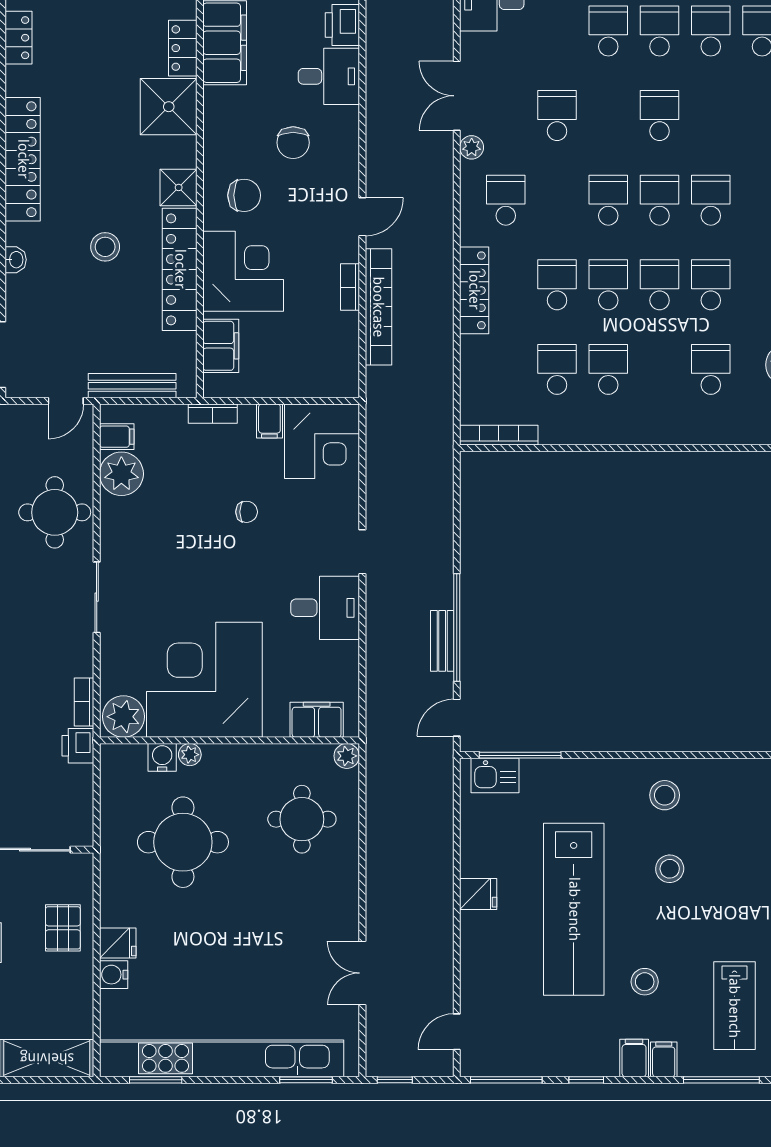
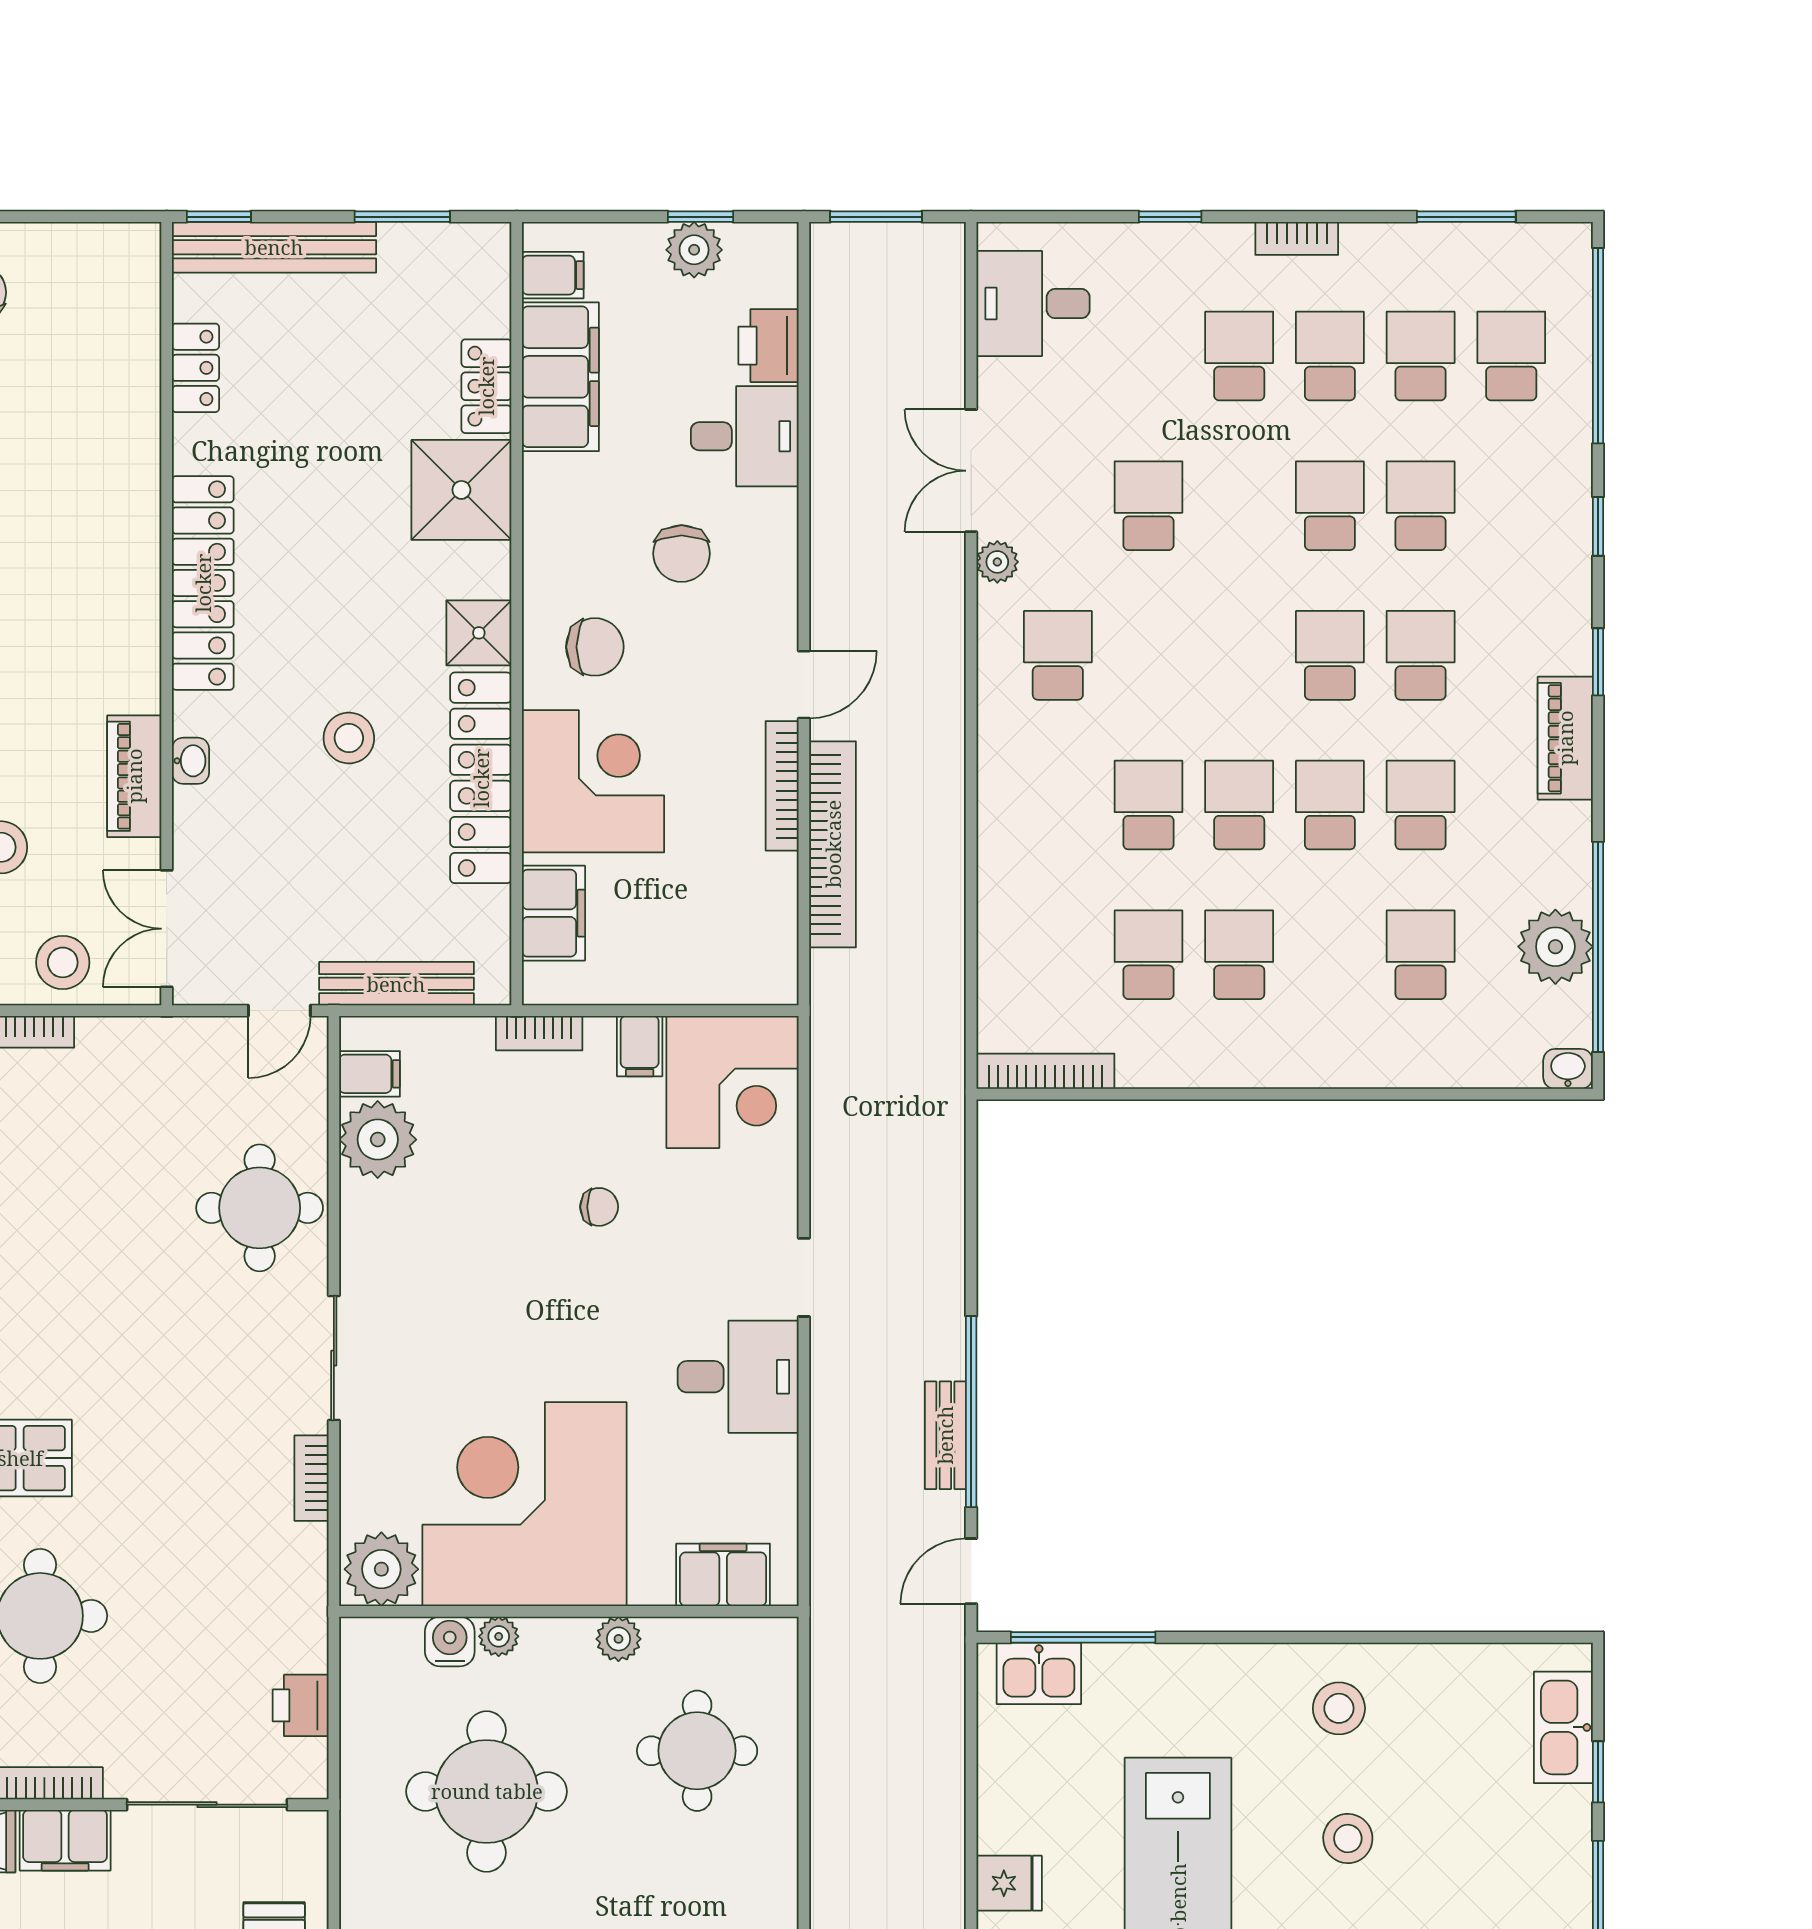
school desk: (608, 200) -> (1421, 506), moved
bookcase: (350, 287) -> (782, 786), width x1.56
locker: (474, 290) -> (1002, 815), removed
bookcase: (84, 702) -> (311, 1478), moved
printer: (78, 746) -> (301, 1705), moved
plant: (347, 756) -> (618, 1639), moved

